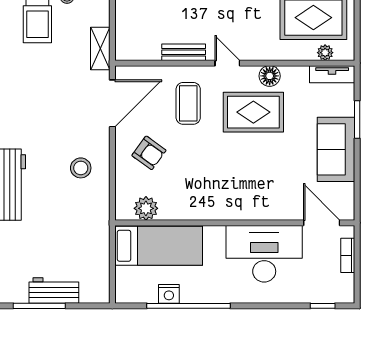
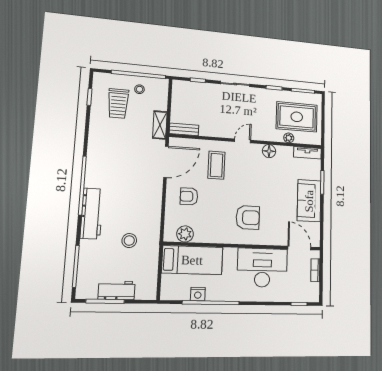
bench: (184, 52) -> (184, 129), moved
plant: (325, 53) -> (289, 138), moved
door: (227, 63) -> (243, 141), hinge flipped
rug: (253, 112) -> (258, 174), removed
armchair: (149, 153) -> (189, 196), turned 144
stool: (81, 168) -> (129, 241), moved
armchair: (239, 180) -> (248, 218), added

